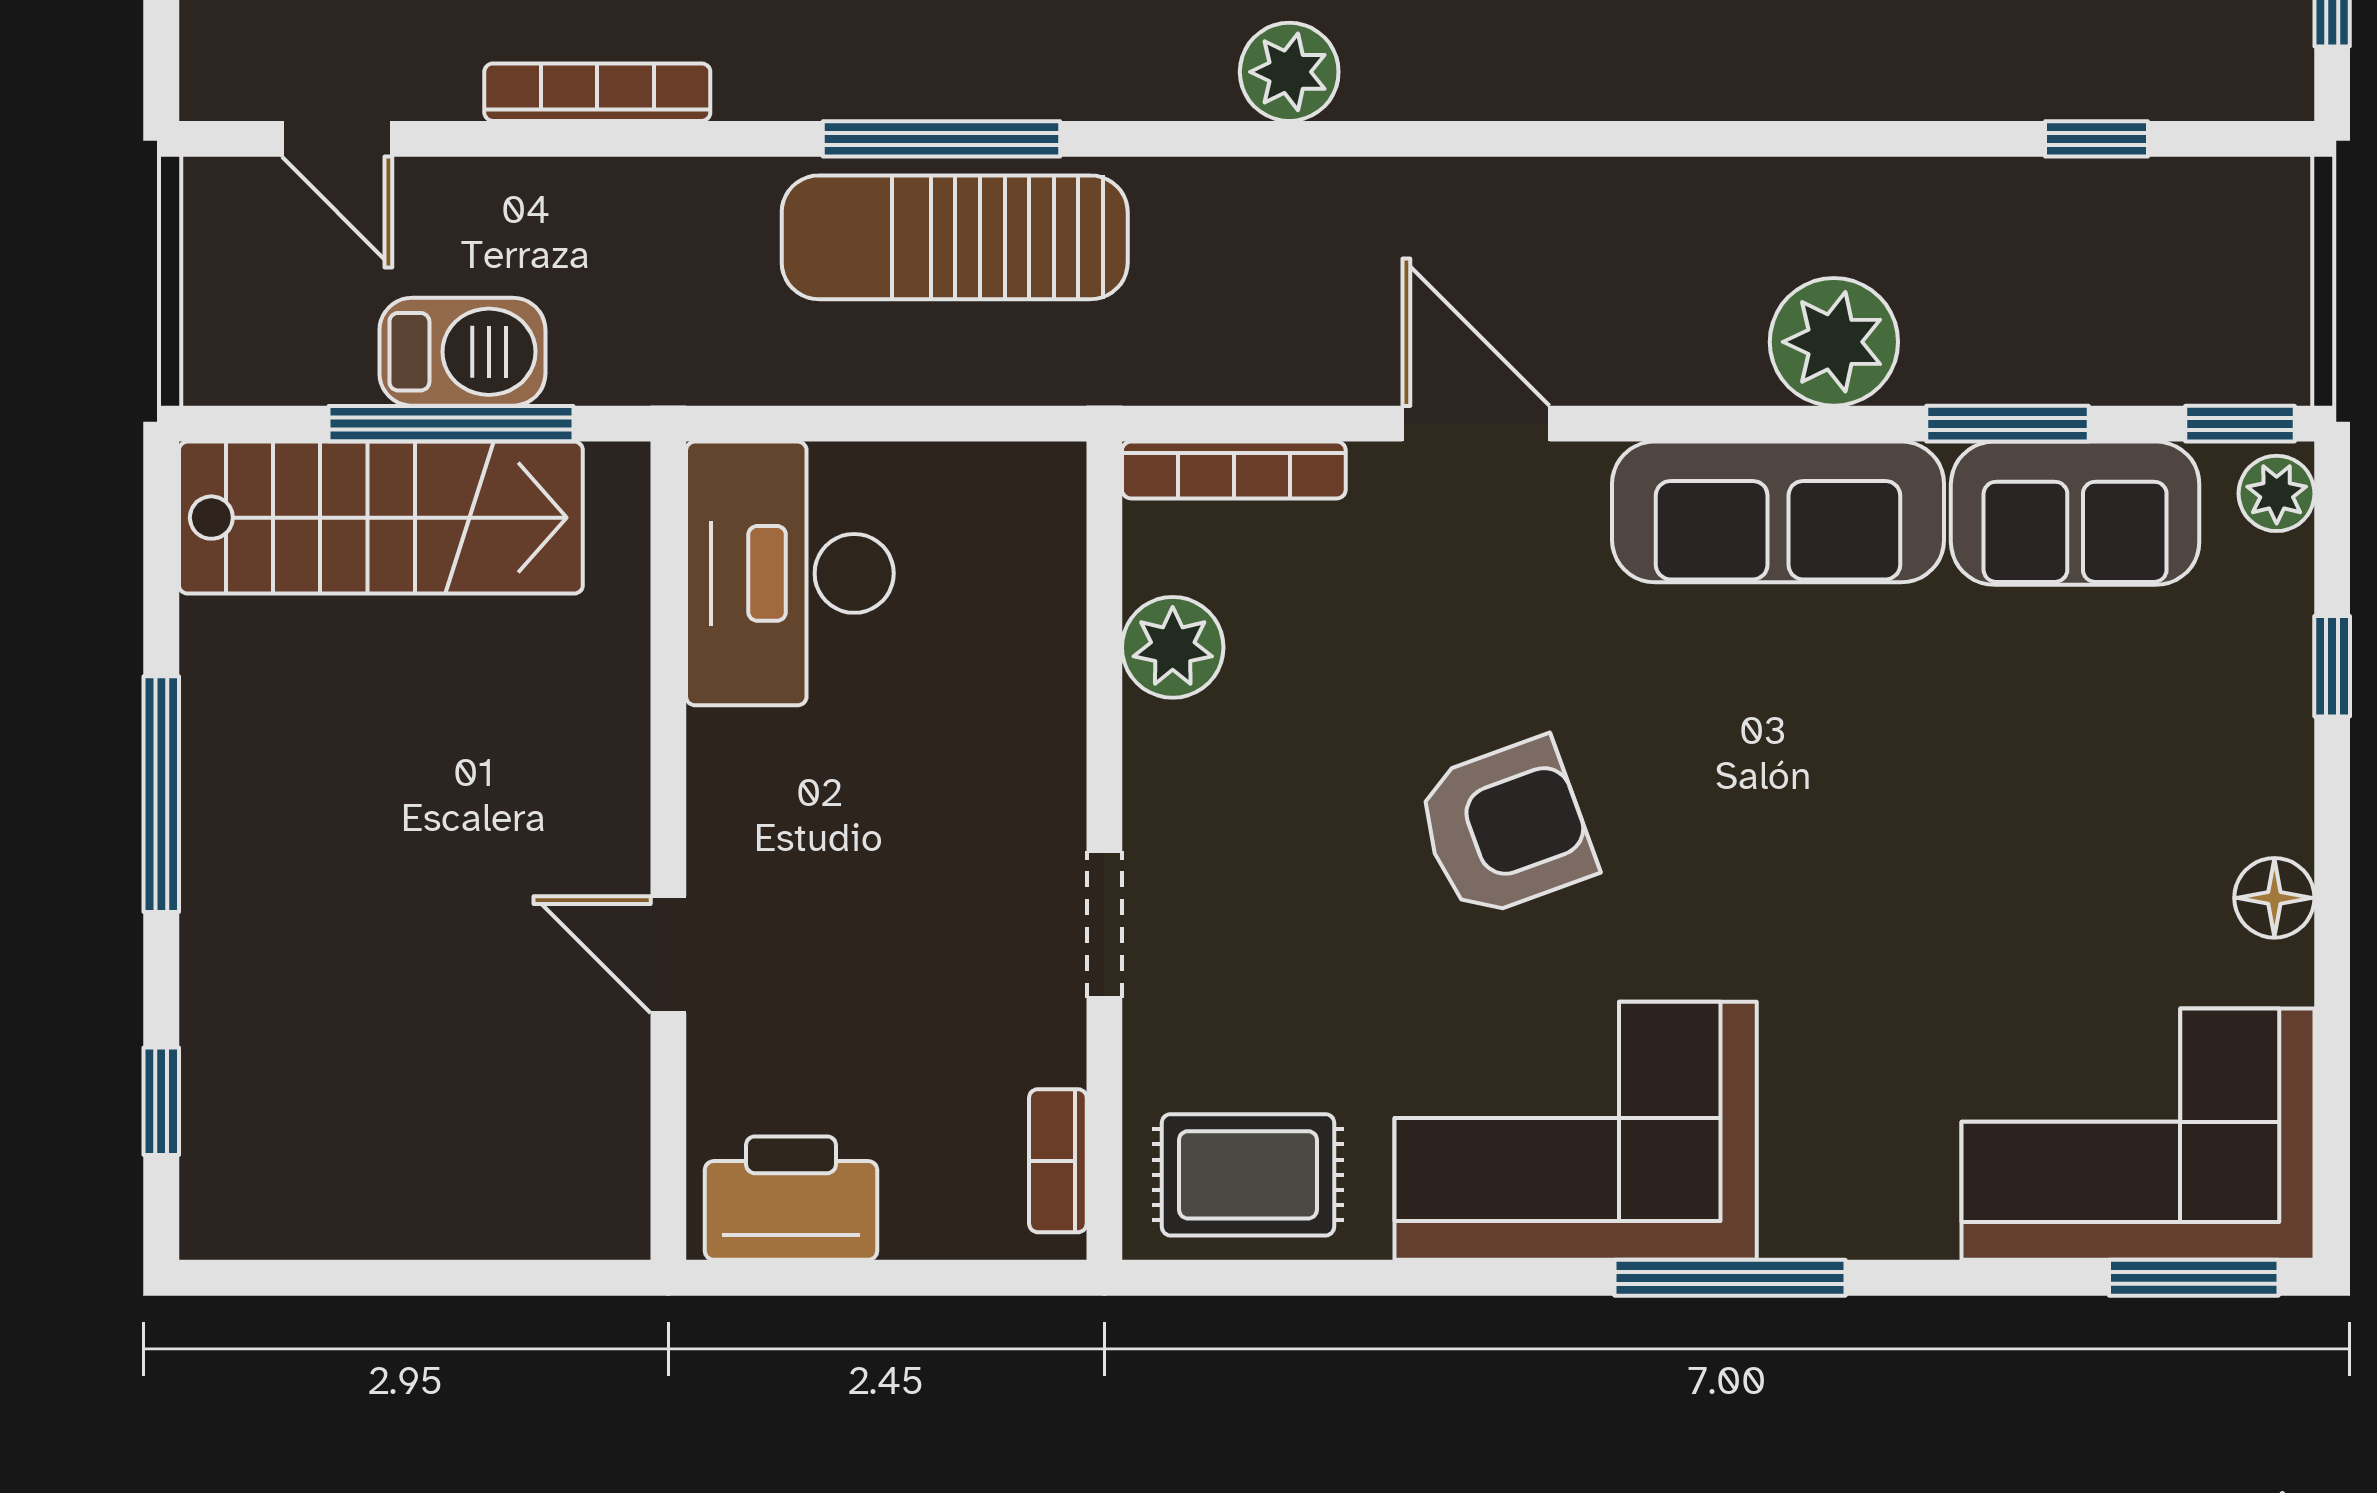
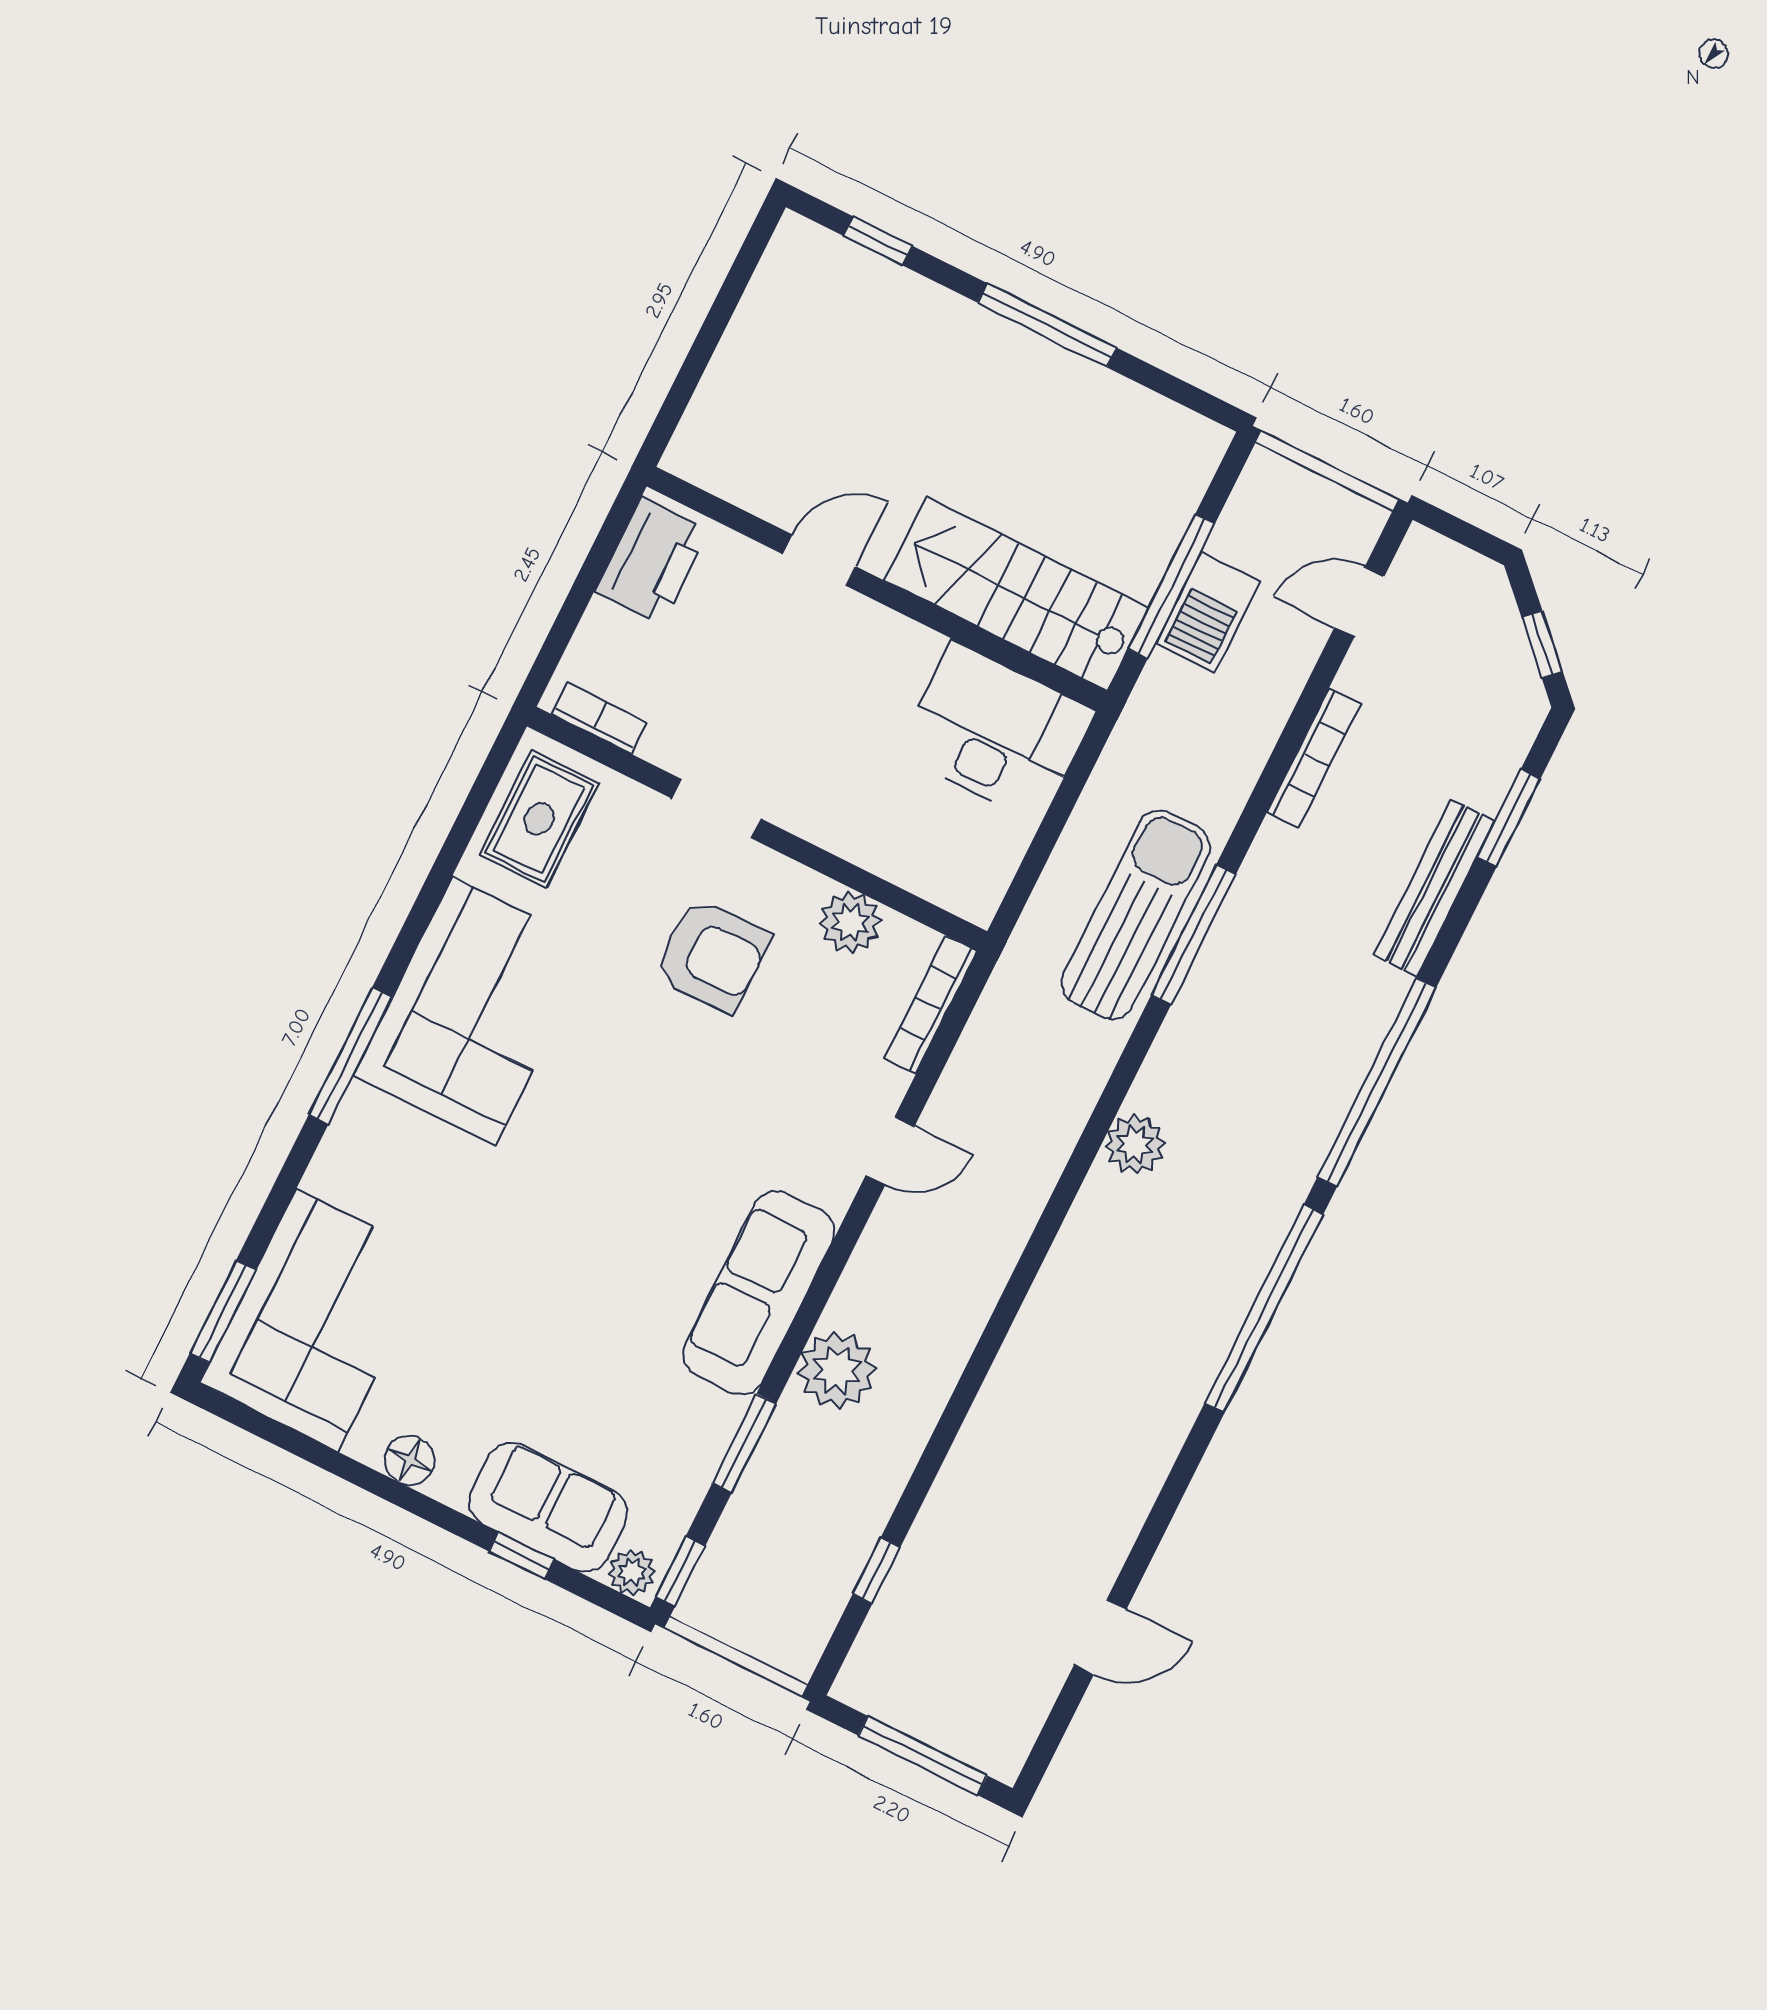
door: (1476, 424) -> (890, 1151), width x0.73
sofa: (2075, 513) -> (548, 1507), moved, turned 90
stairs: (381, 518) -> (1017, 594), moved, turned 90
armchair: (1505, 828) -> (712, 955), moved, turned -70

